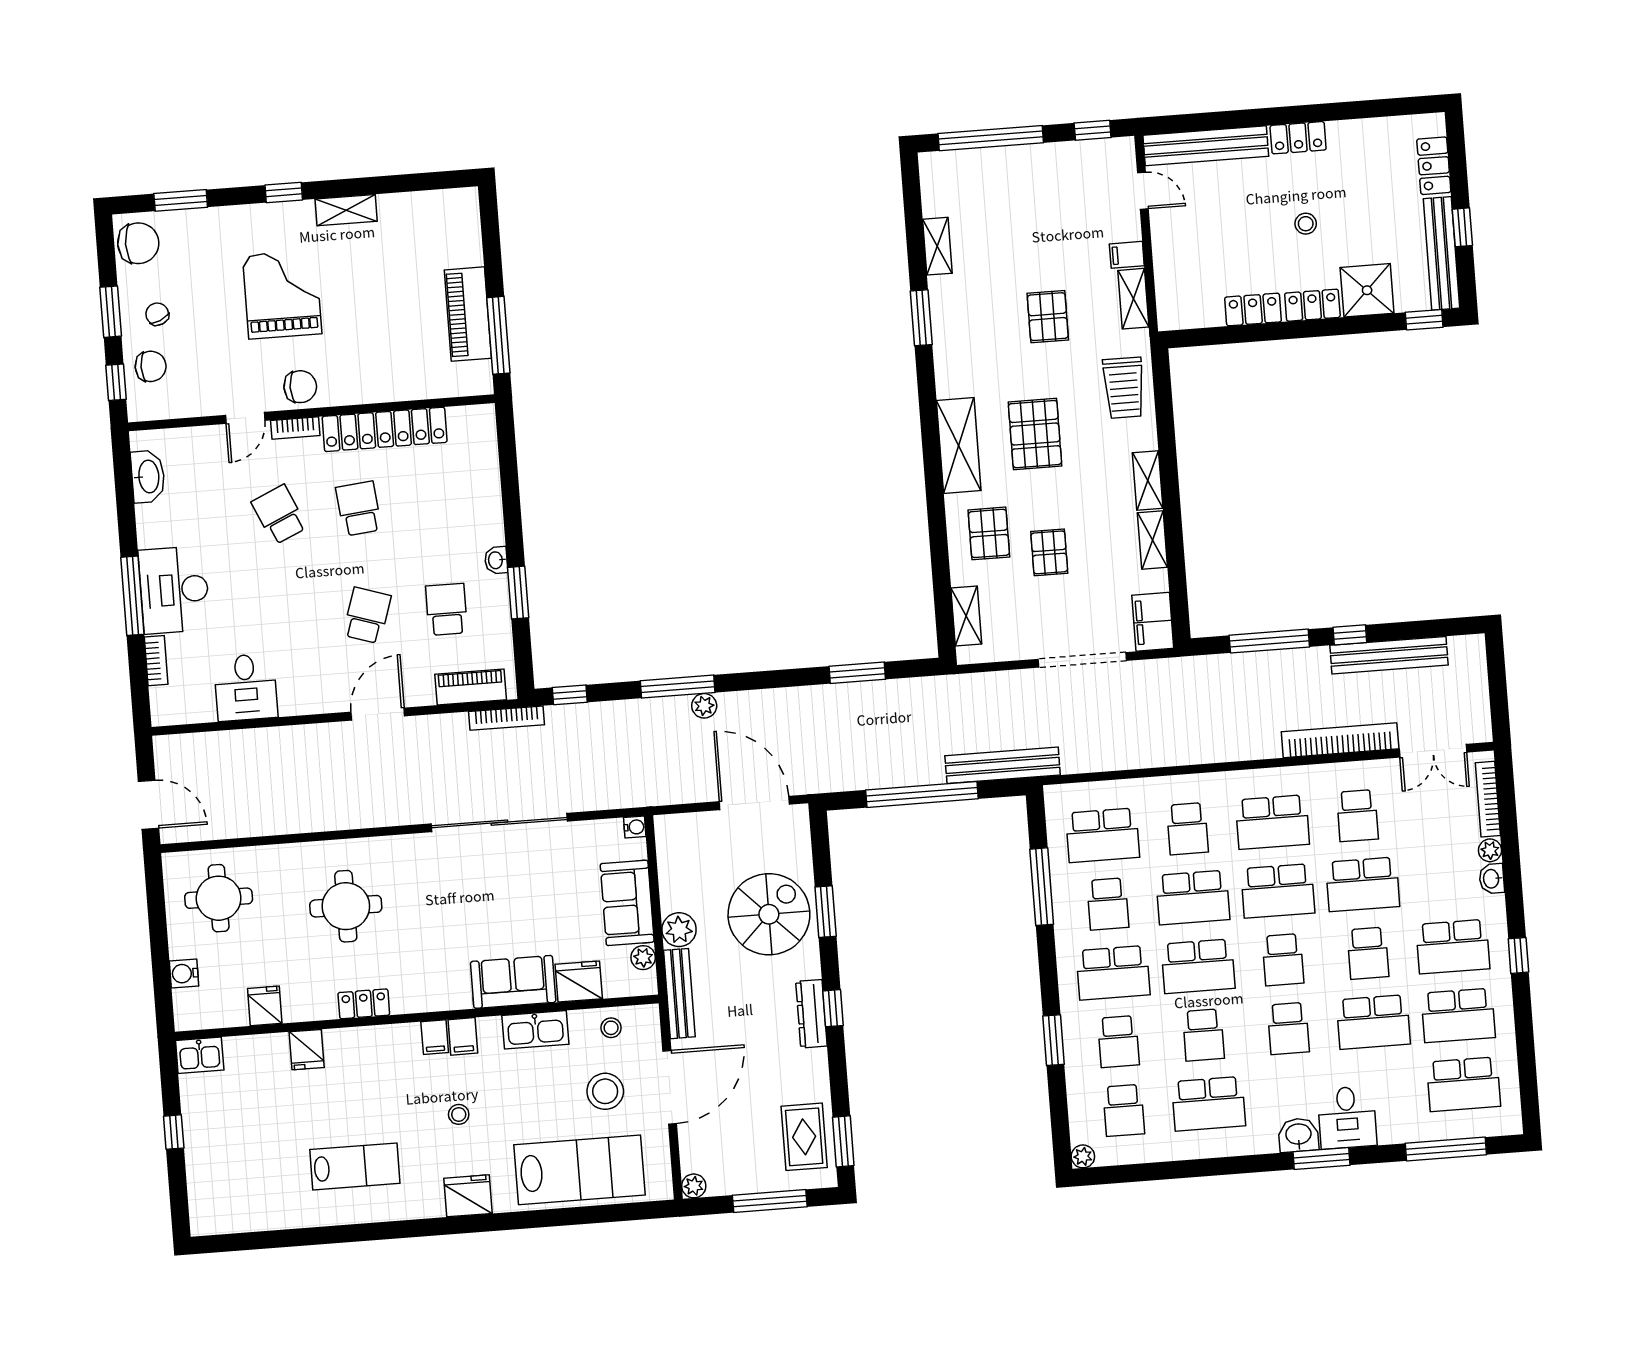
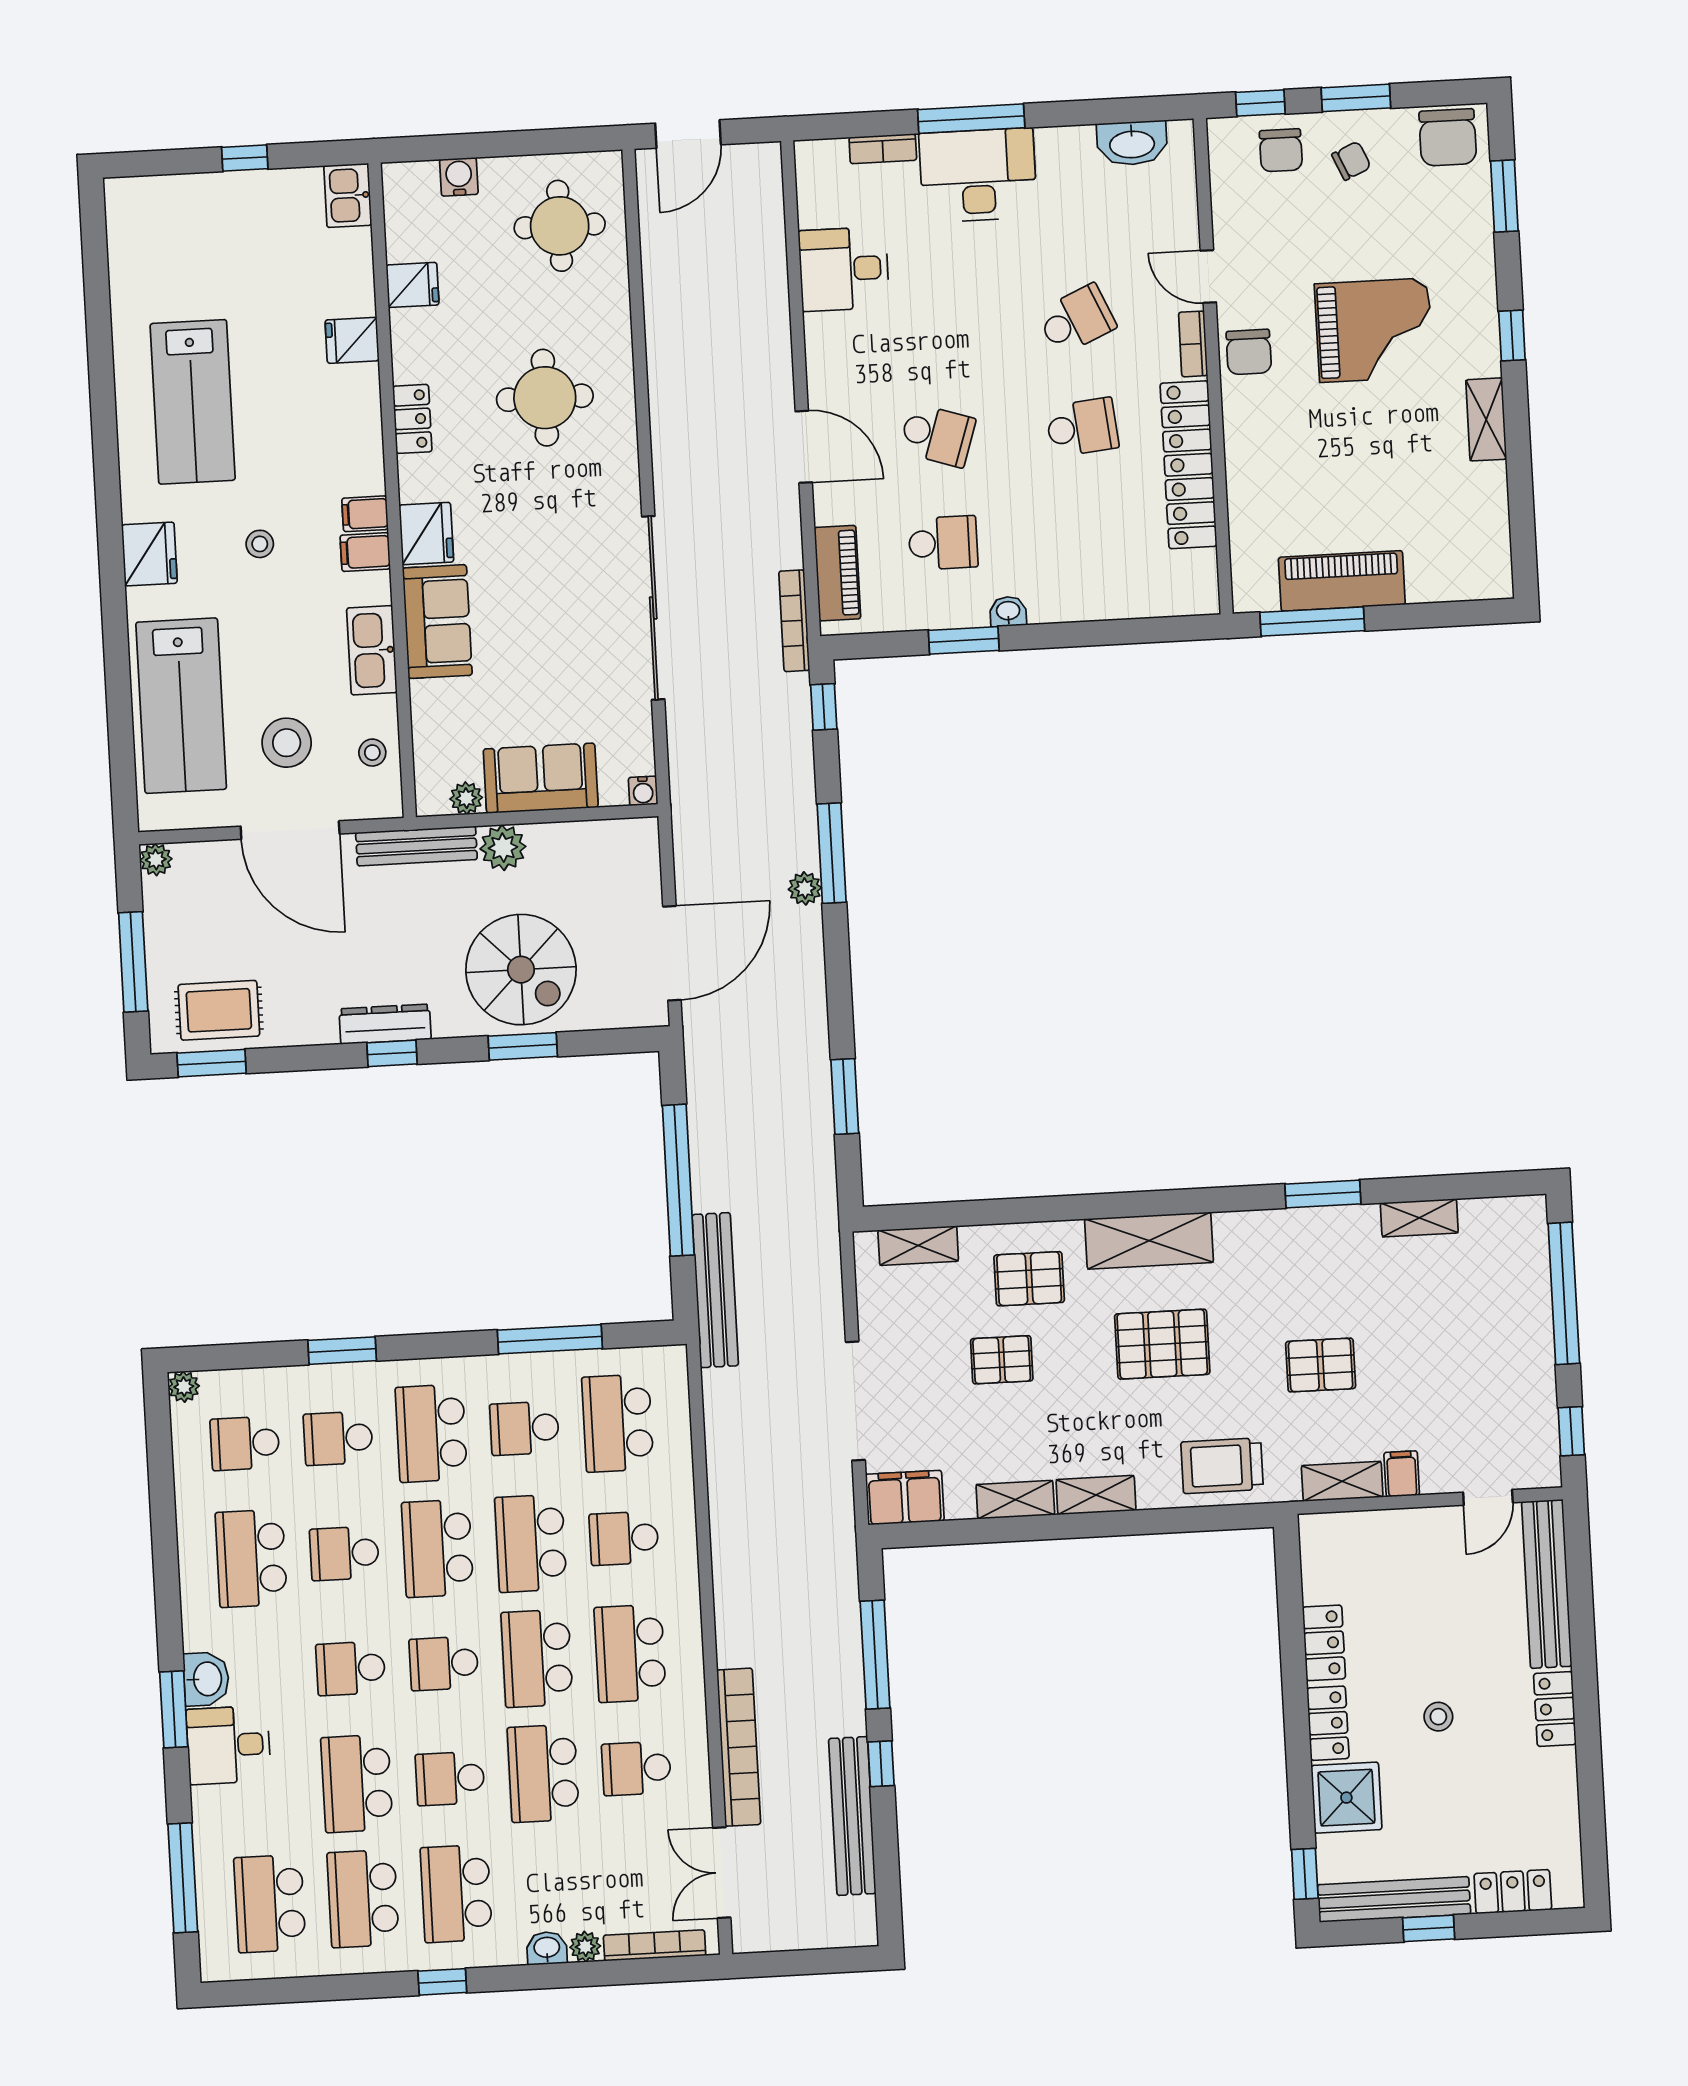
fridge: (579, 981) -> (426, 533), moved
lab bench: (355, 1166) -> (193, 402), width x1.36, depth x1.39

